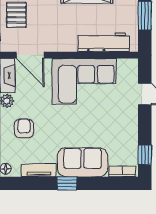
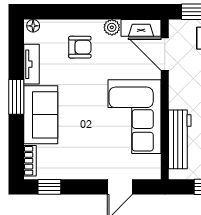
door: (30, 55) -> (165, 54), hinge flipped
window: (67, 183) -> (16, 97), width x1.50

